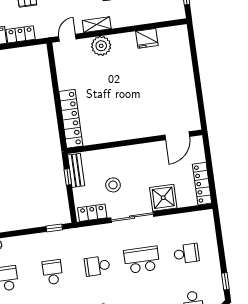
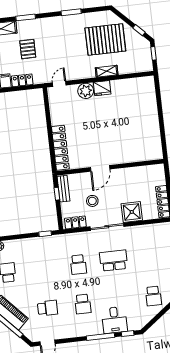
shelving: (97, 25) -> (107, 71), moved
fridge: (147, 38) -> (102, 88), moved
door: (177, 136) -> (100, 168), moved
school desk: (186, 254) -> (149, 257), removed
school desk: (97, 266) -> (78, 265), turned -90
school desk: (53, 272) -> (43, 269), removed

